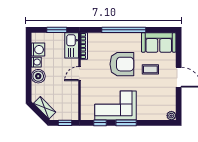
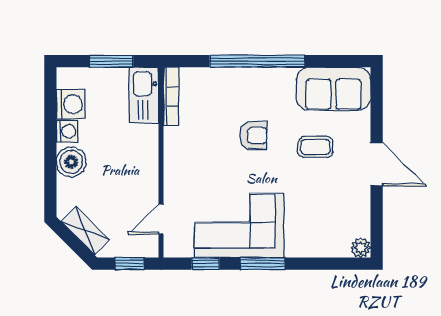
armchair: (122, 64) -> (253, 136), width x0.53, depth x0.53
door: (79, 74) -> (161, 219), moved

